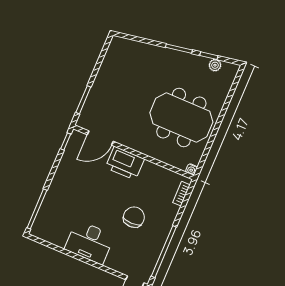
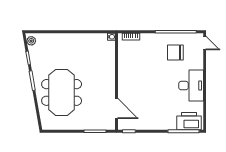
plant: (215, 65) -> (31, 41), moved
meeting table: (181, 117) -> (62, 92), moved
printer: (125, 163) -> (189, 121), moved, turned -90
chair: (134, 217) -> (175, 52), moved

